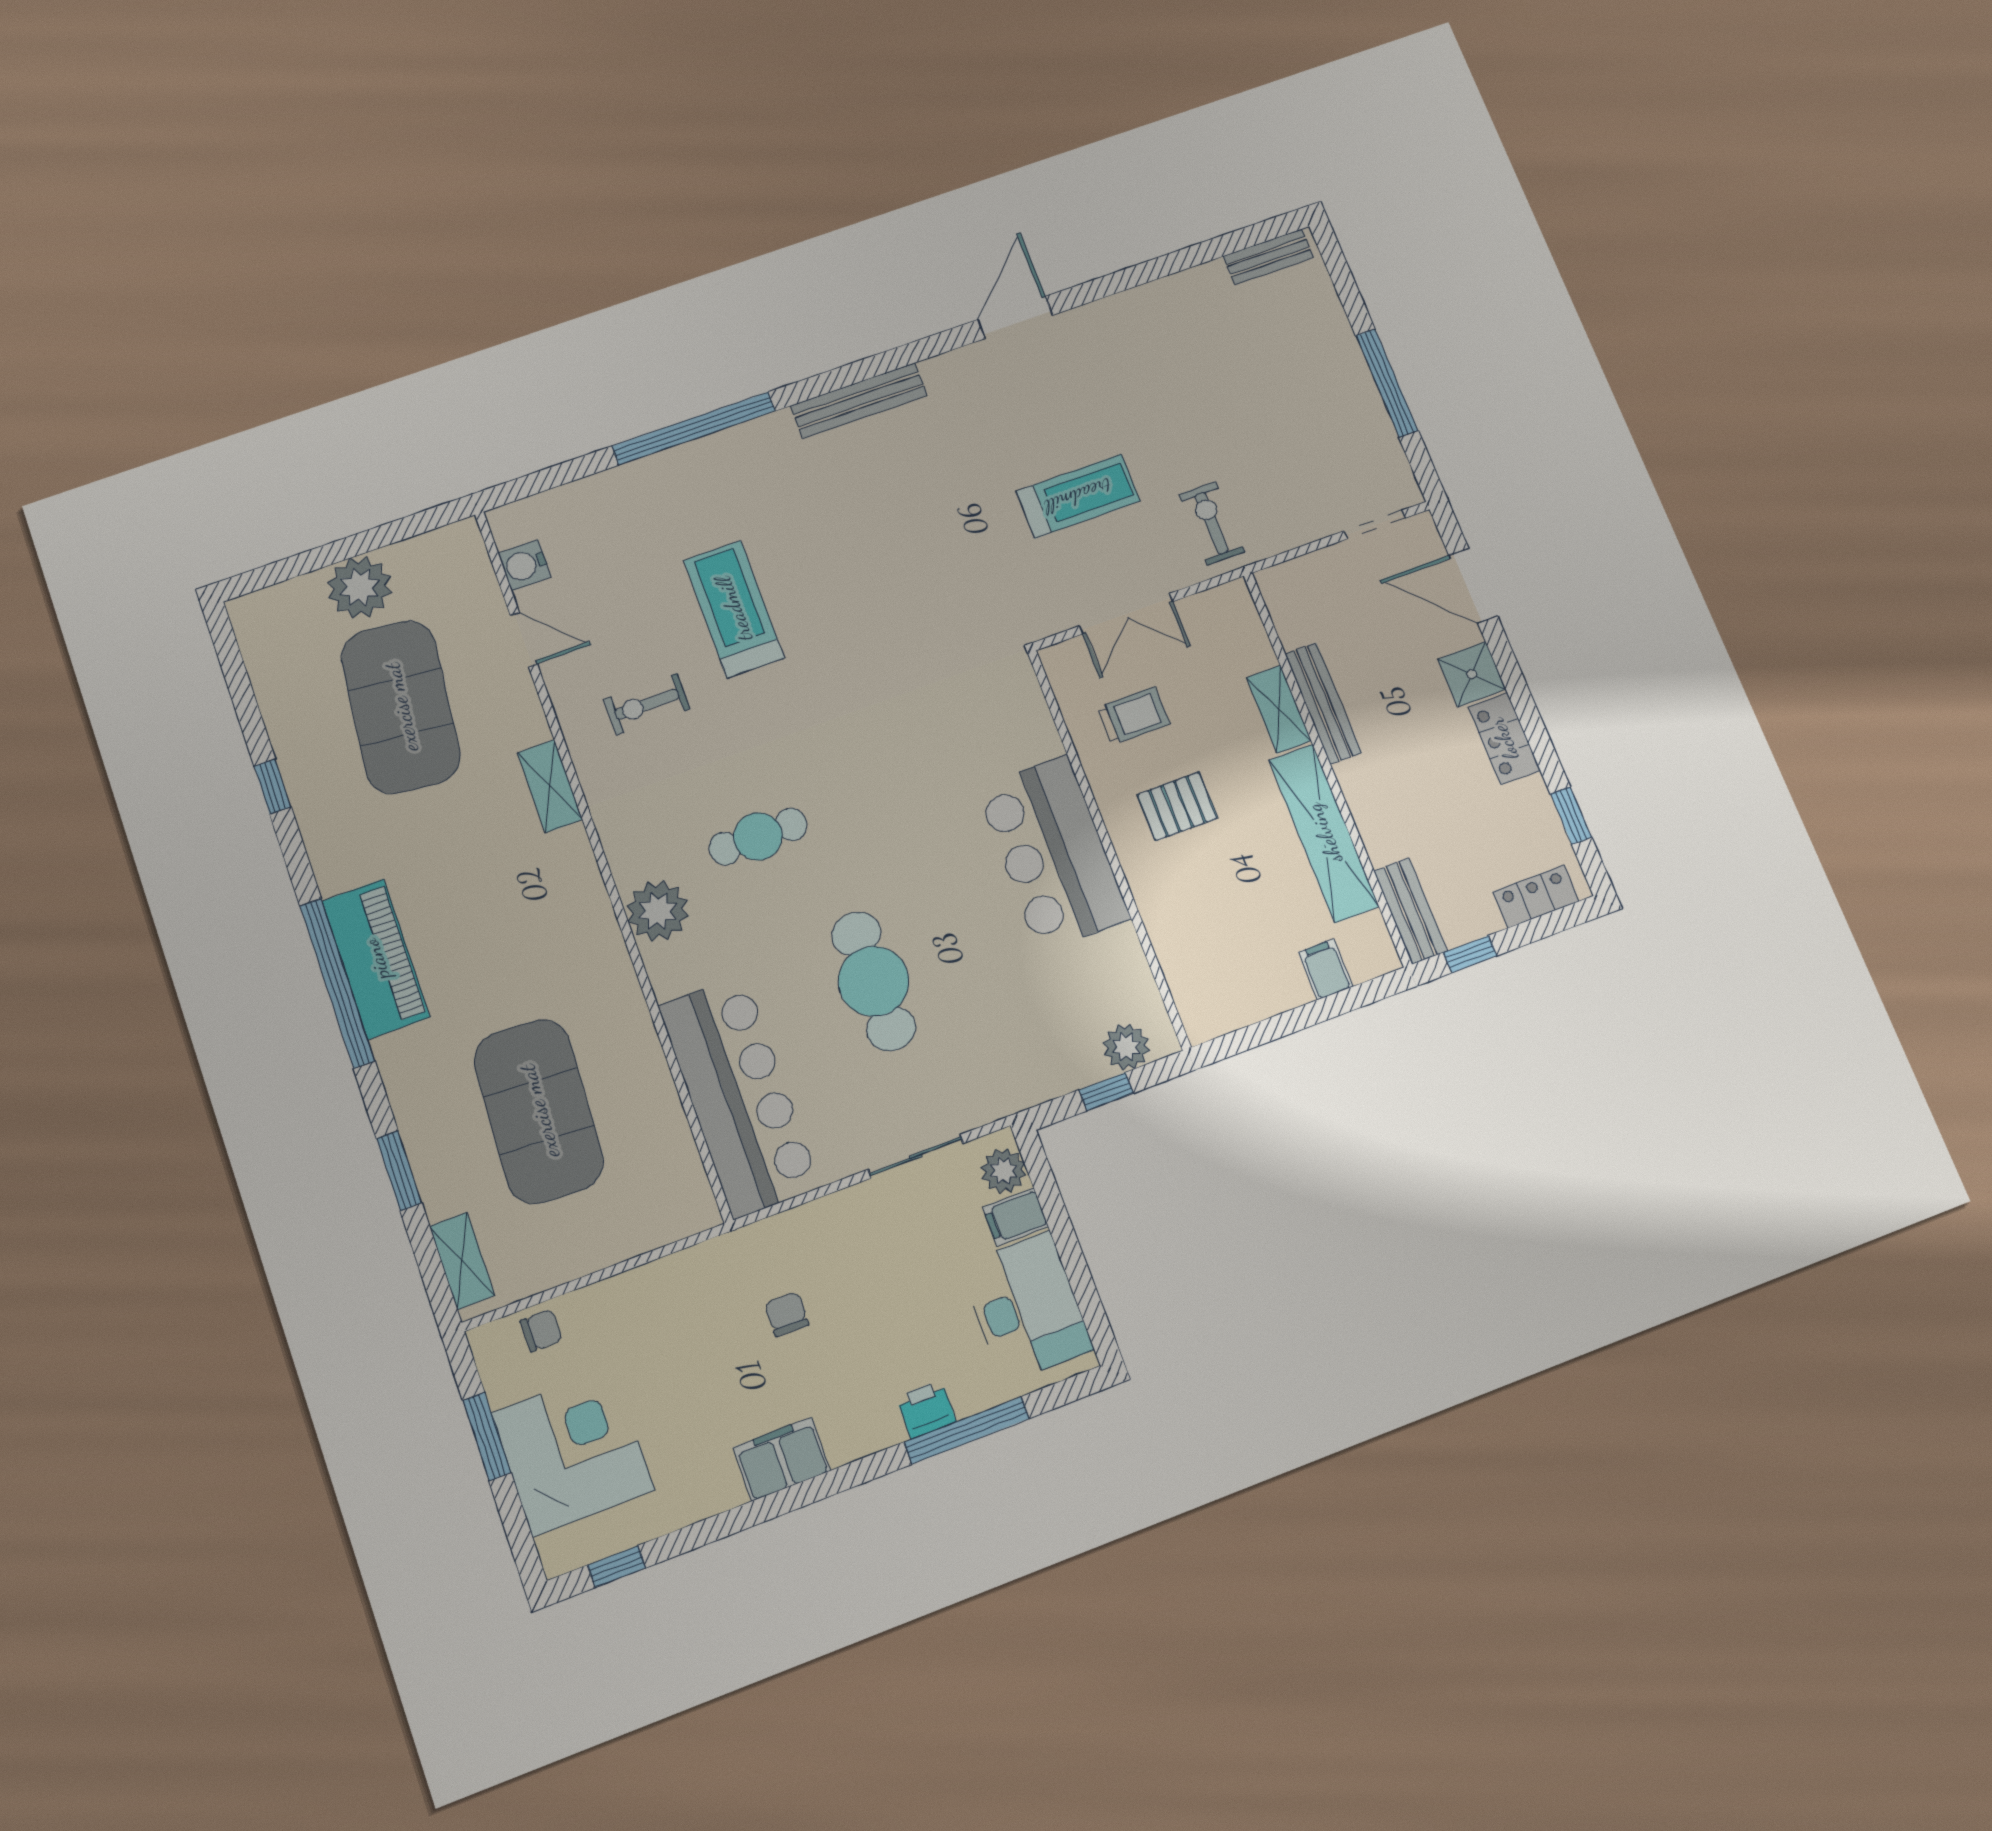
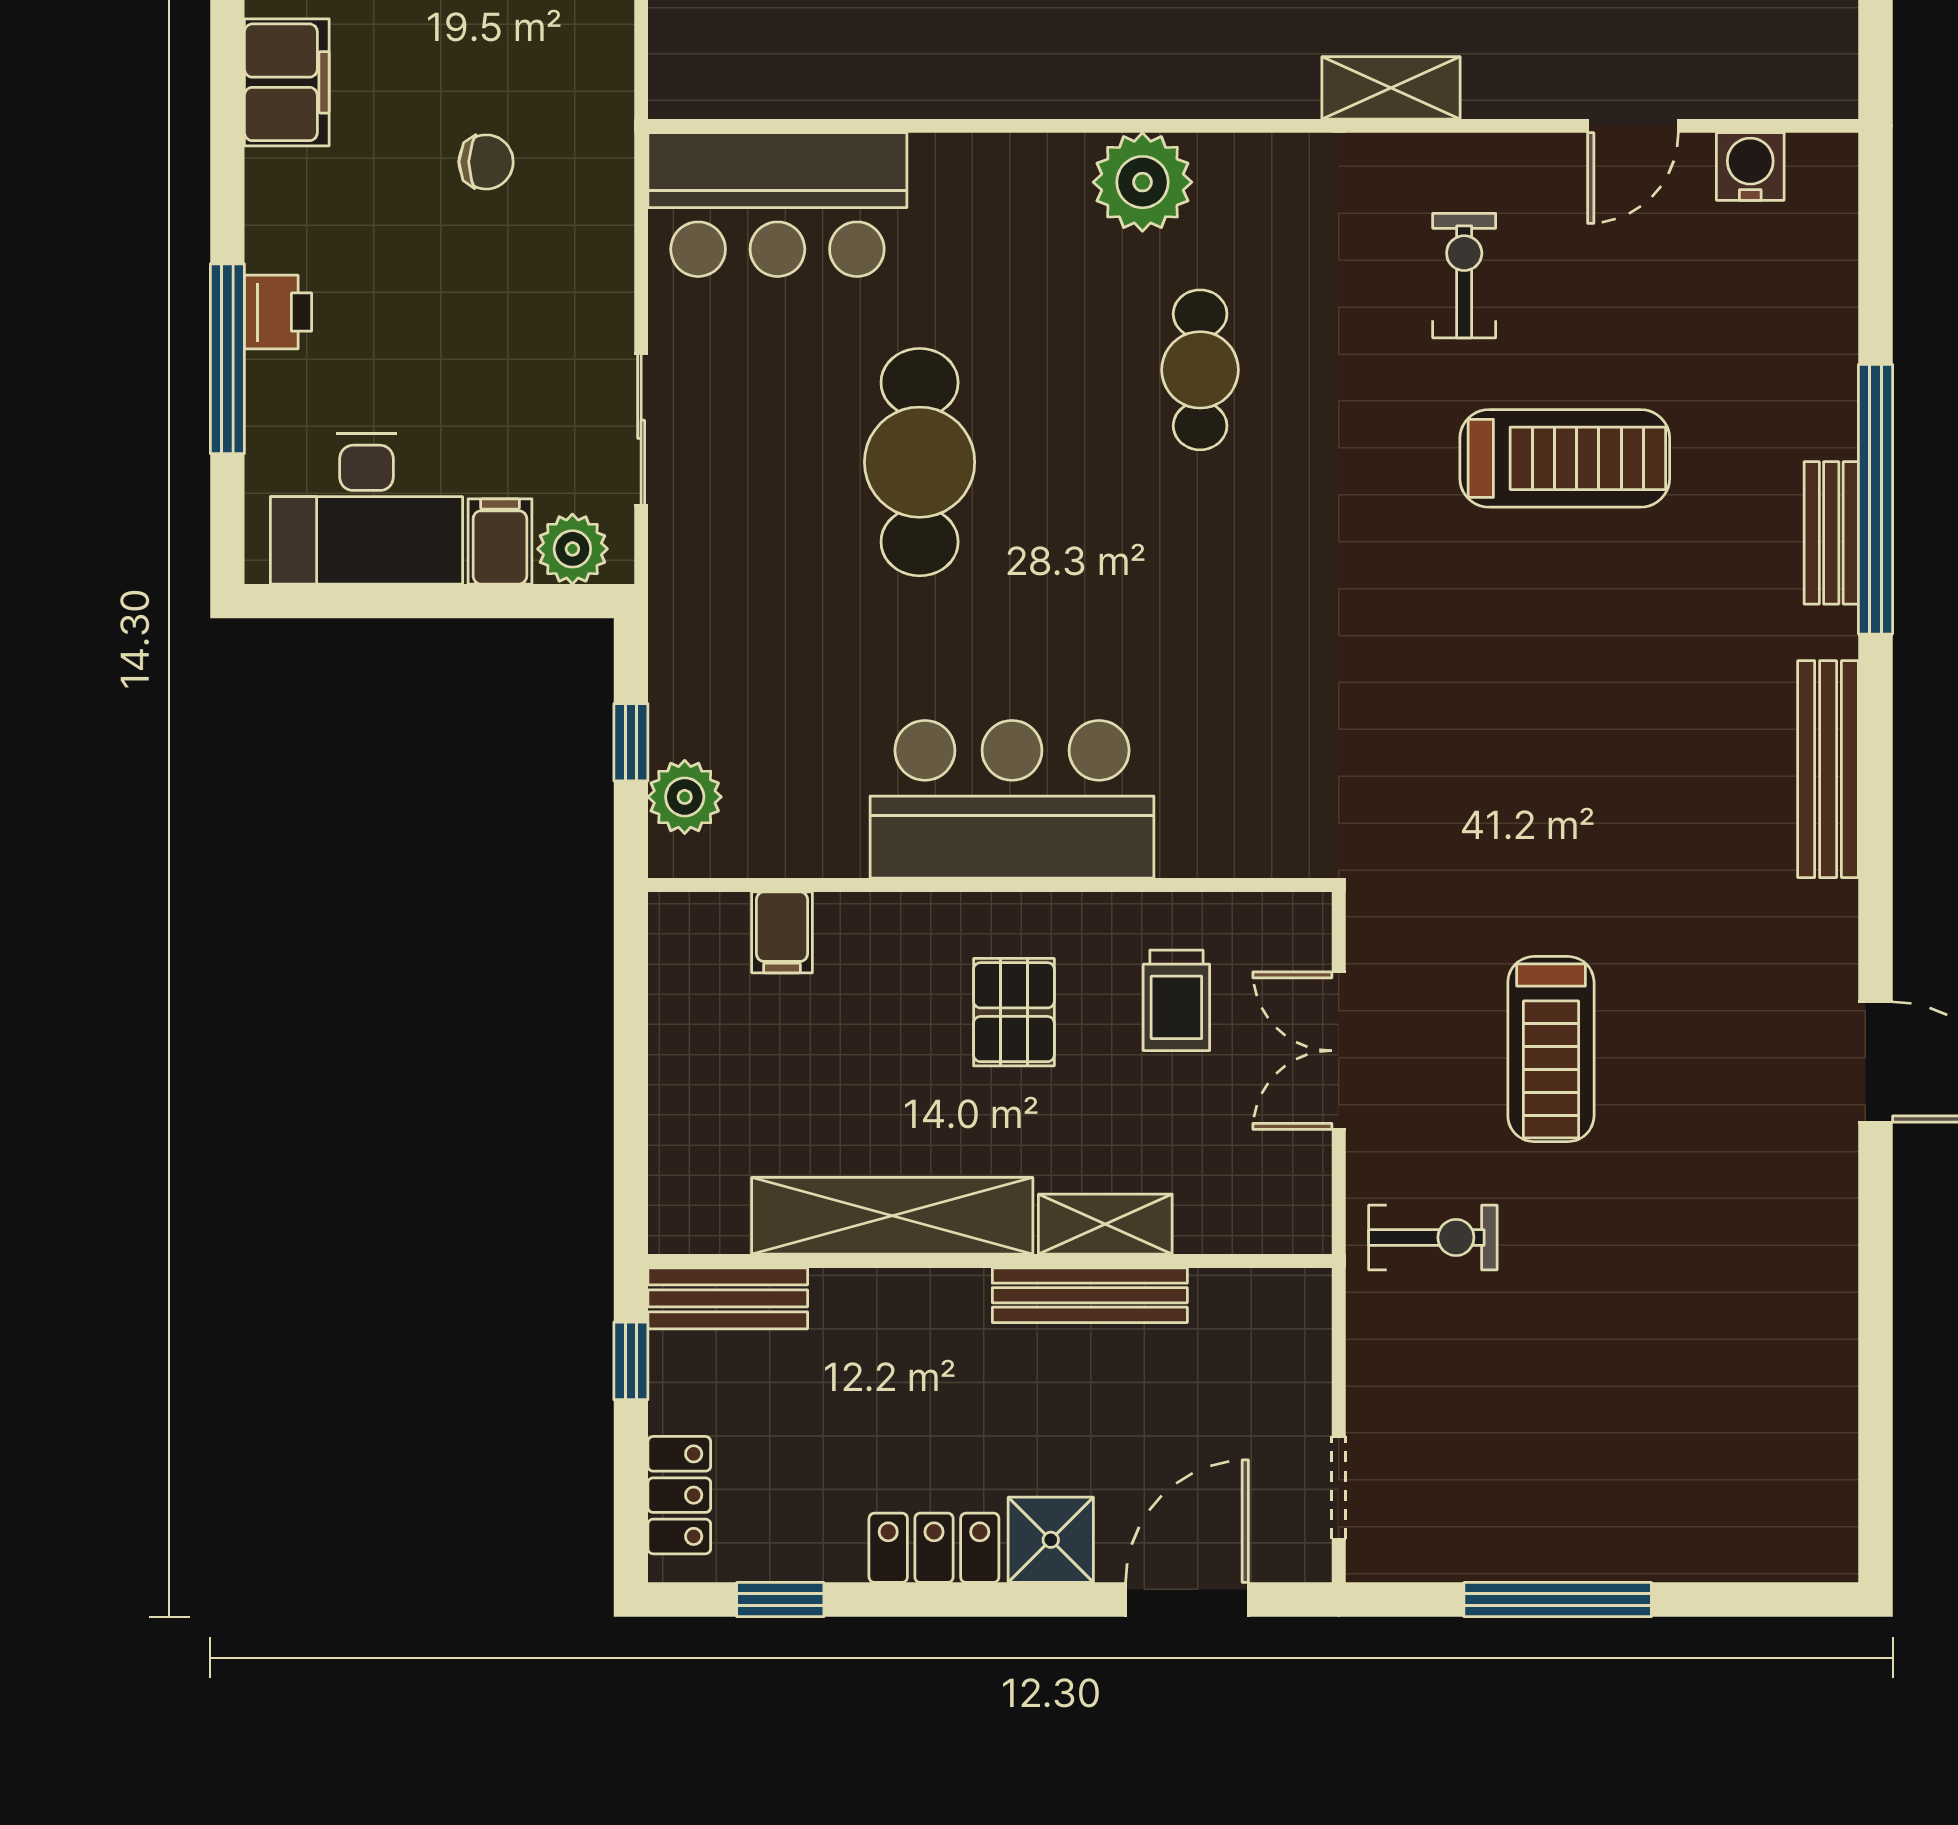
bench: (1268, 257) -> (1831, 533), moved
filing cabinet: (1326, 969) -> (782, 932), moved, turned 90
cafe table: (874, 981) -> (920, 462), turned 90
bar counter: (739, 1096) -> (777, 205), width x0.73

